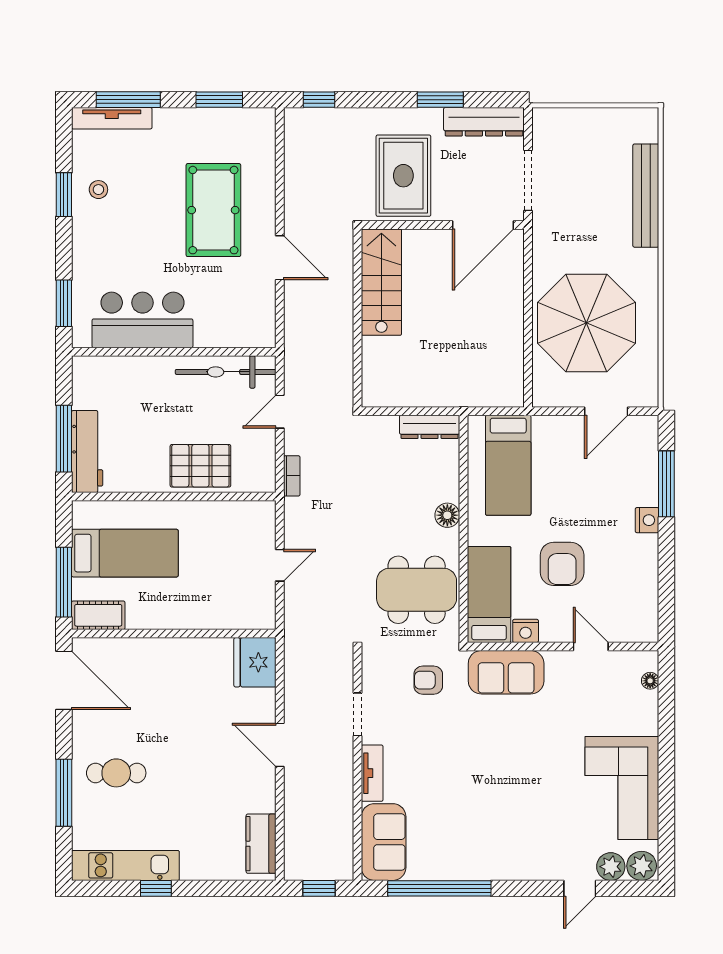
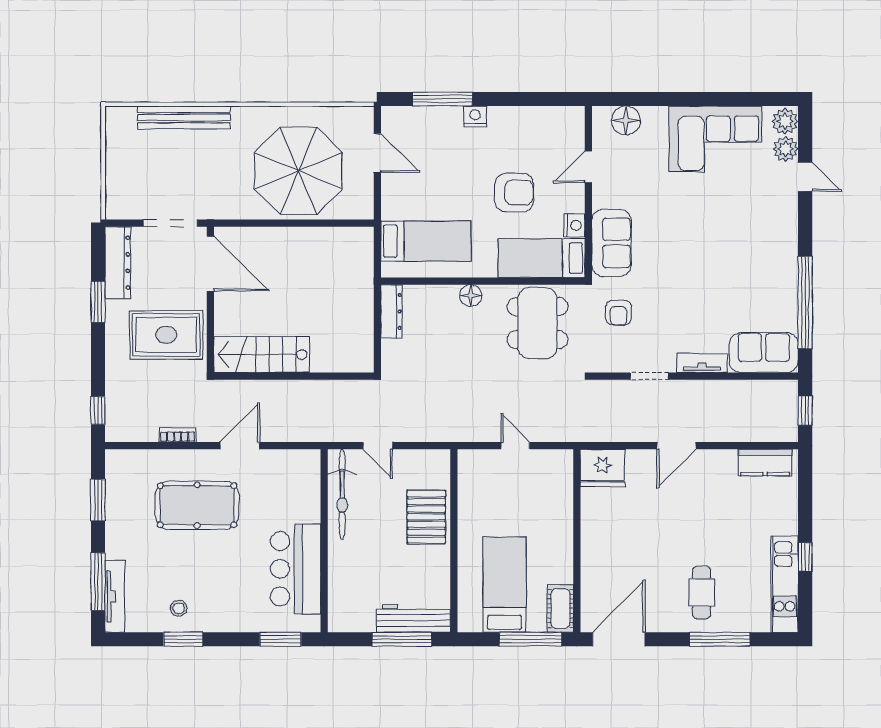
bookcase: (292, 476) -> (178, 435), moved
floor lamp: (650, 681) -> (626, 120), width x1.89, depth x1.89

